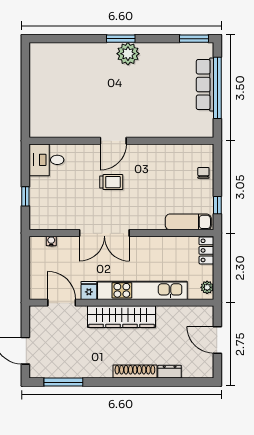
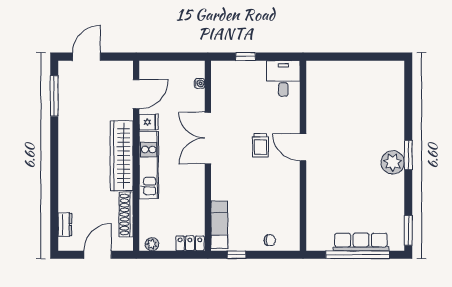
kitchen unit: (142, 290) -> (149, 165), width x0.73
shoe rack: (135, 372) -> (126, 215), moved, turned 180
dresser: (170, 372) -> (65, 225), moved

